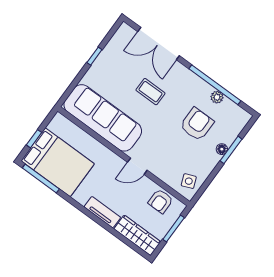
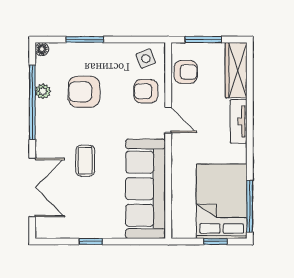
floor lamp: (222, 149) -> (42, 49), moved
armchair: (167, 165) -> (146, 91), added

